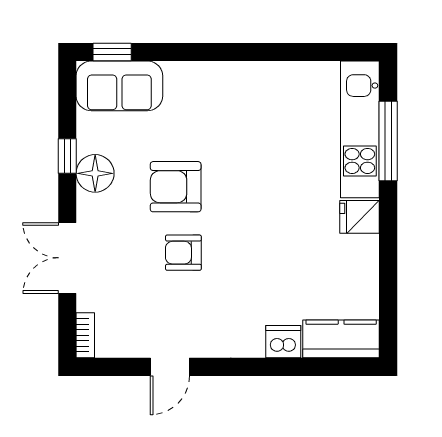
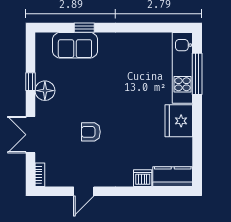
window: (112, 52) -> (84, 28), moved
sofa: (119, 86) -> (75, 45), moved
armchair: (176, 187) -> (87, 98), removed
fridge: (360, 217) -> (179, 121), width x1.88, depth x1.34

